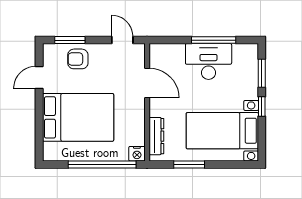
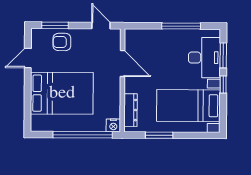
desk: (209, 61) -> (204, 58), moved, turned 90

